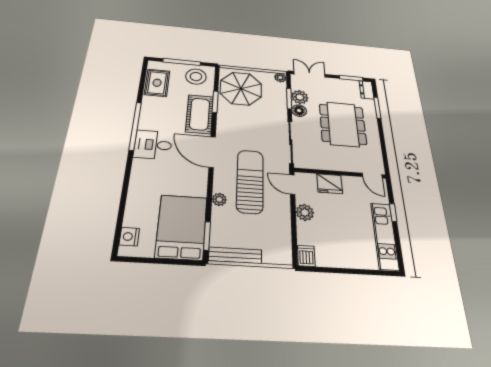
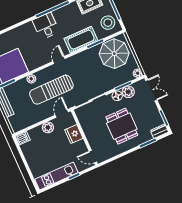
dining table: (343, 124) -> (122, 126), width x0.73
door: (212, 152) -> (59, 60), width x0.53
door: (372, 176) -> (93, 157), hinge flipped
sun lounger: (250, 181) -> (51, 90), turned 180

